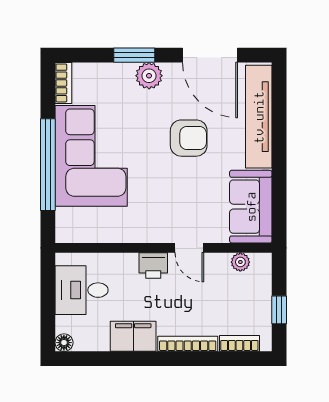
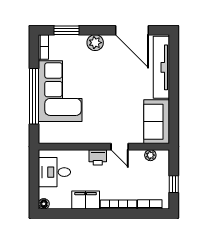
window: (134, 55) -> (67, 30), moved
armchair: (189, 138) -> (119, 80), removed

